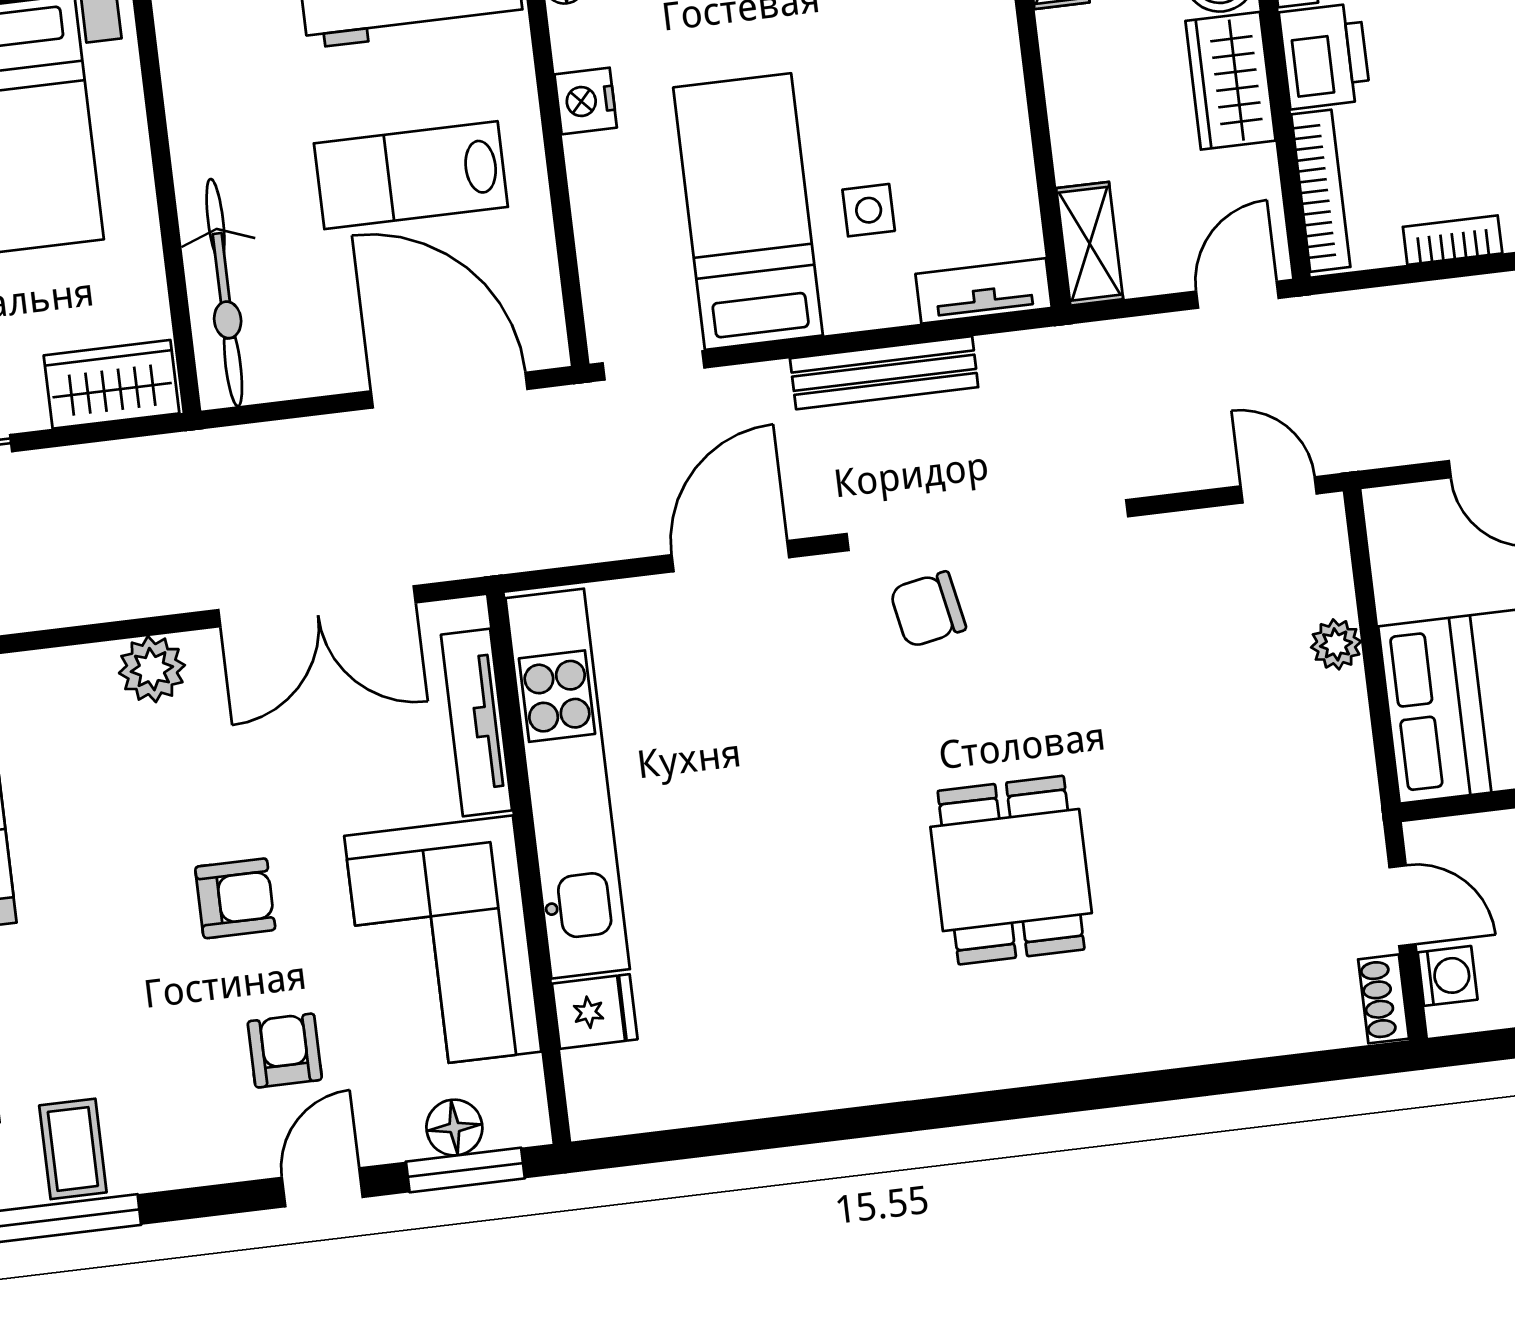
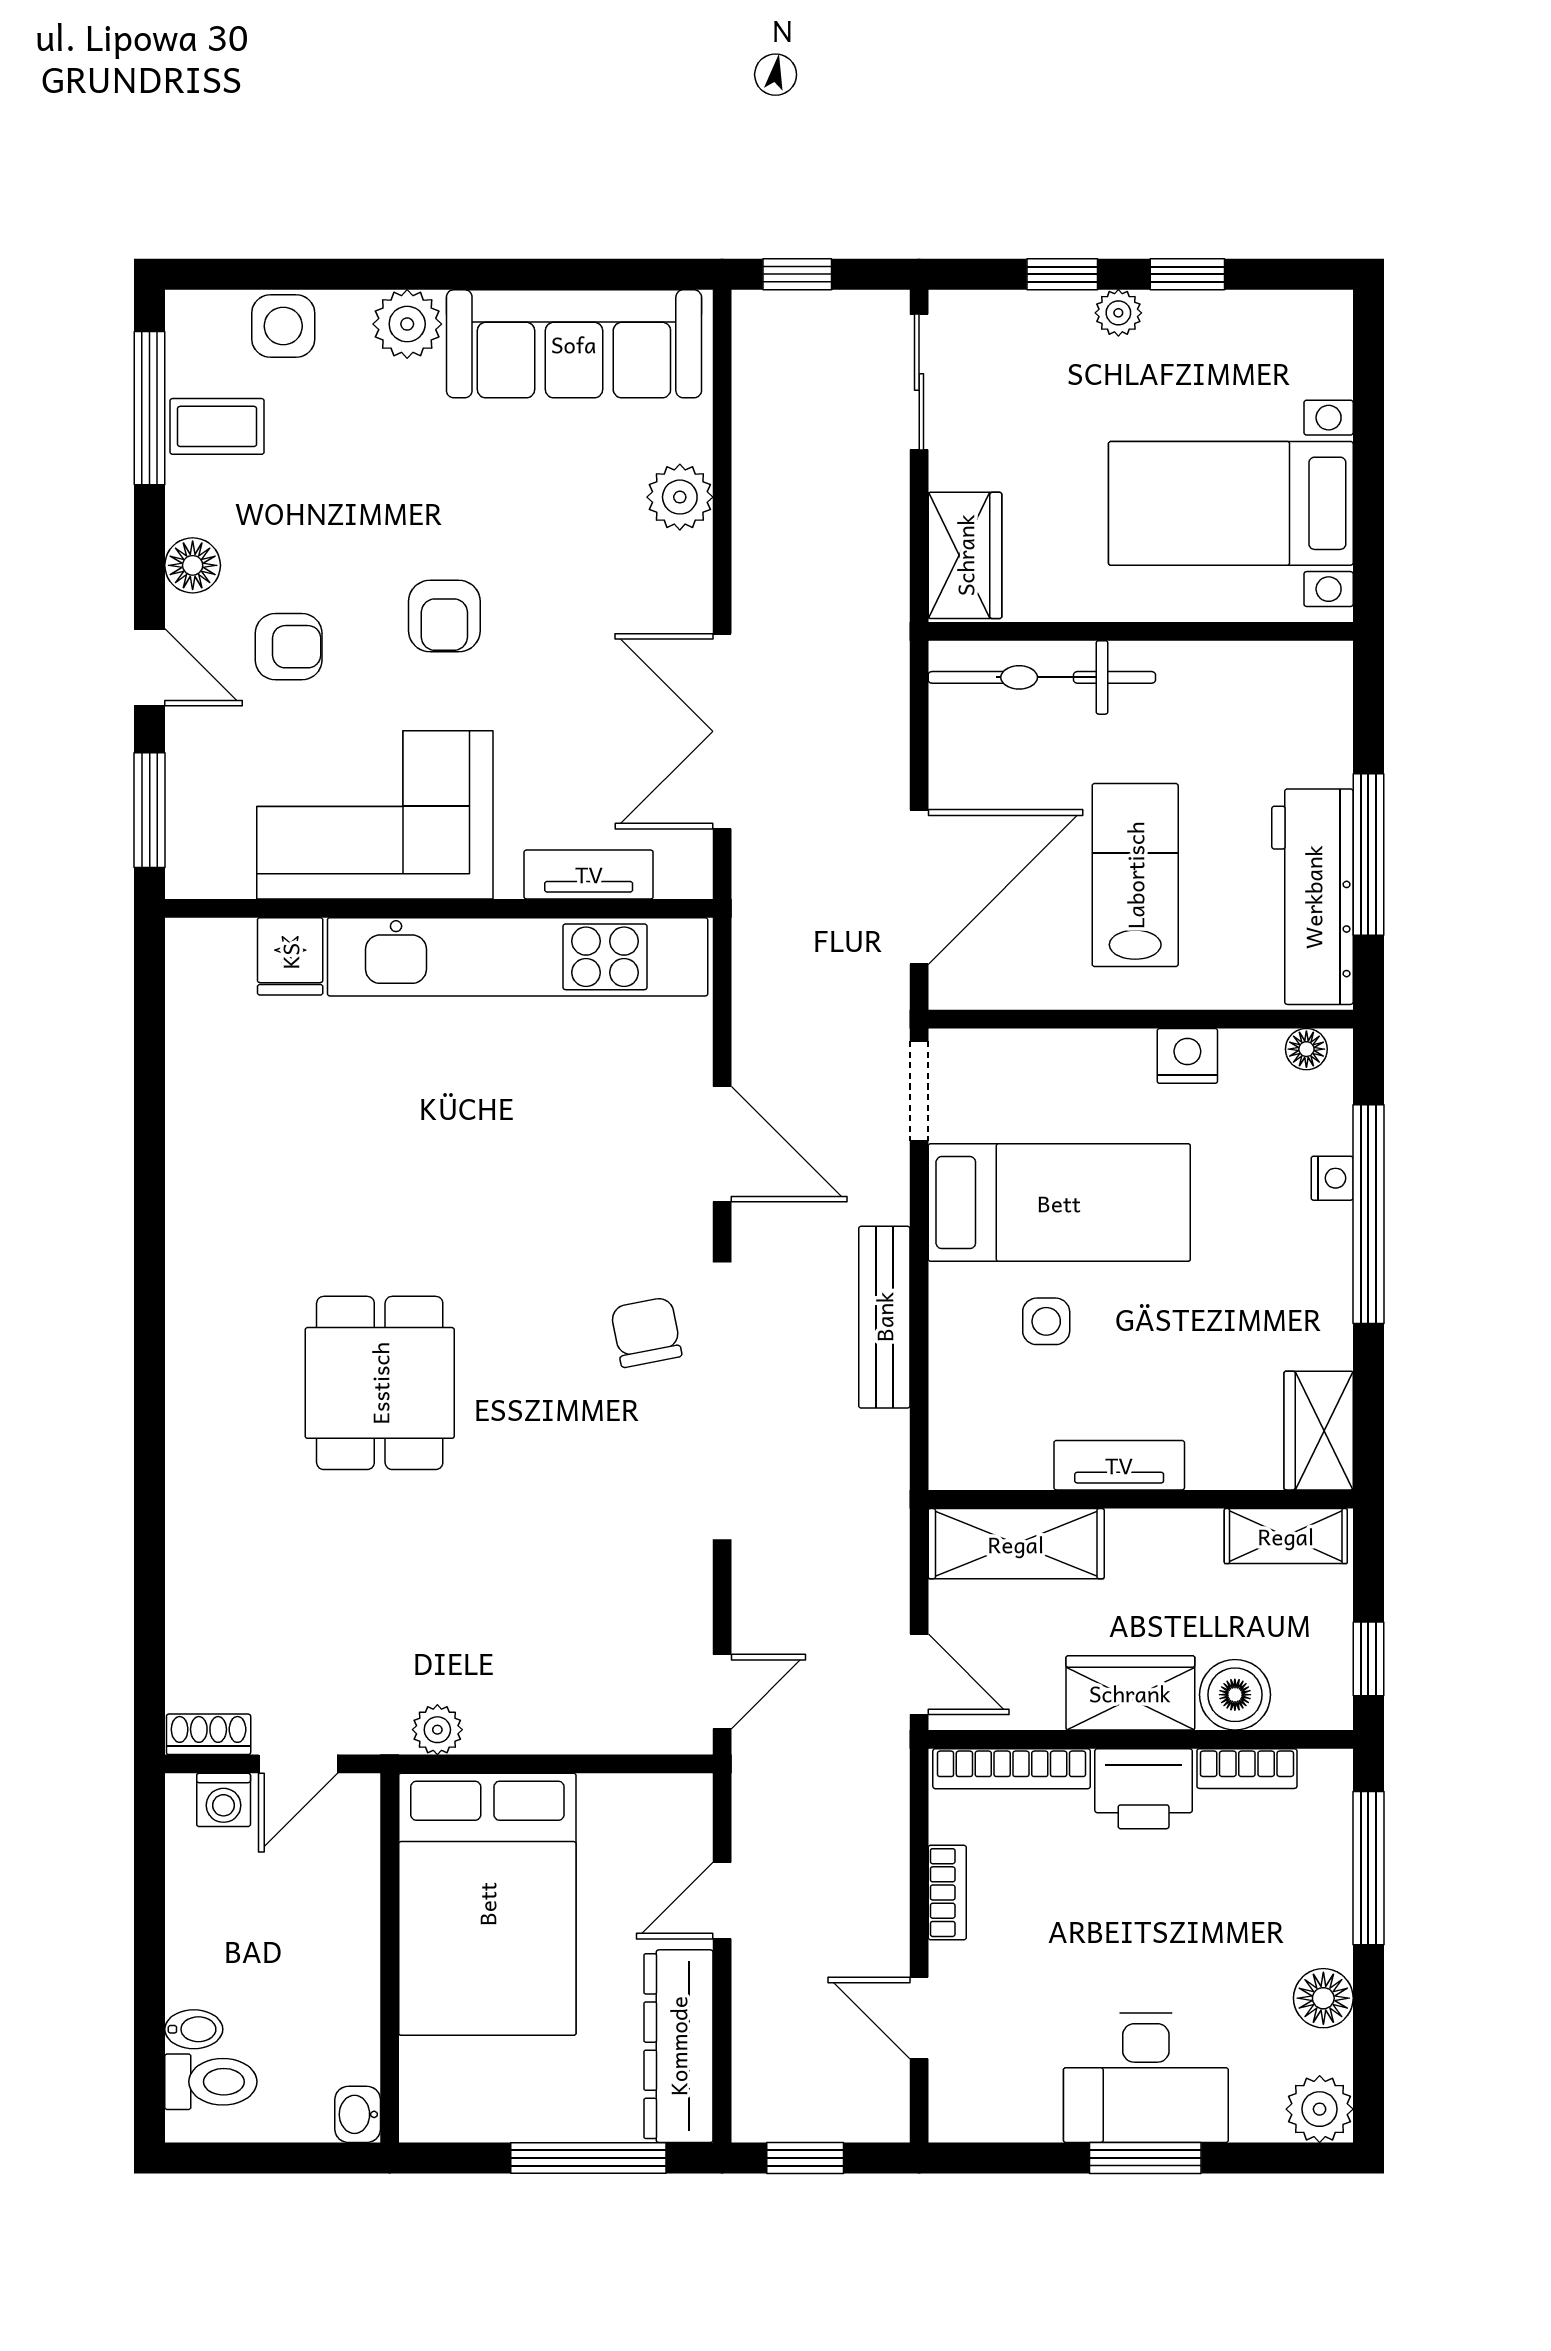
shelving: (1090, 244) -> (1016, 1544), width x1.50, depth x1.33
tv unit: (984, 291) -> (1119, 1465), moved, turned -90
plant: (1336, 644) -> (437, 1730), moved
plant: (152, 669) -> (680, 497), moved
tv unit: (477, 723) -> (589, 874), width x0.71
dining table: (1011, 870) -> (380, 1383), turned 90
floor lamp: (454, 1128) -> (193, 565), moved

